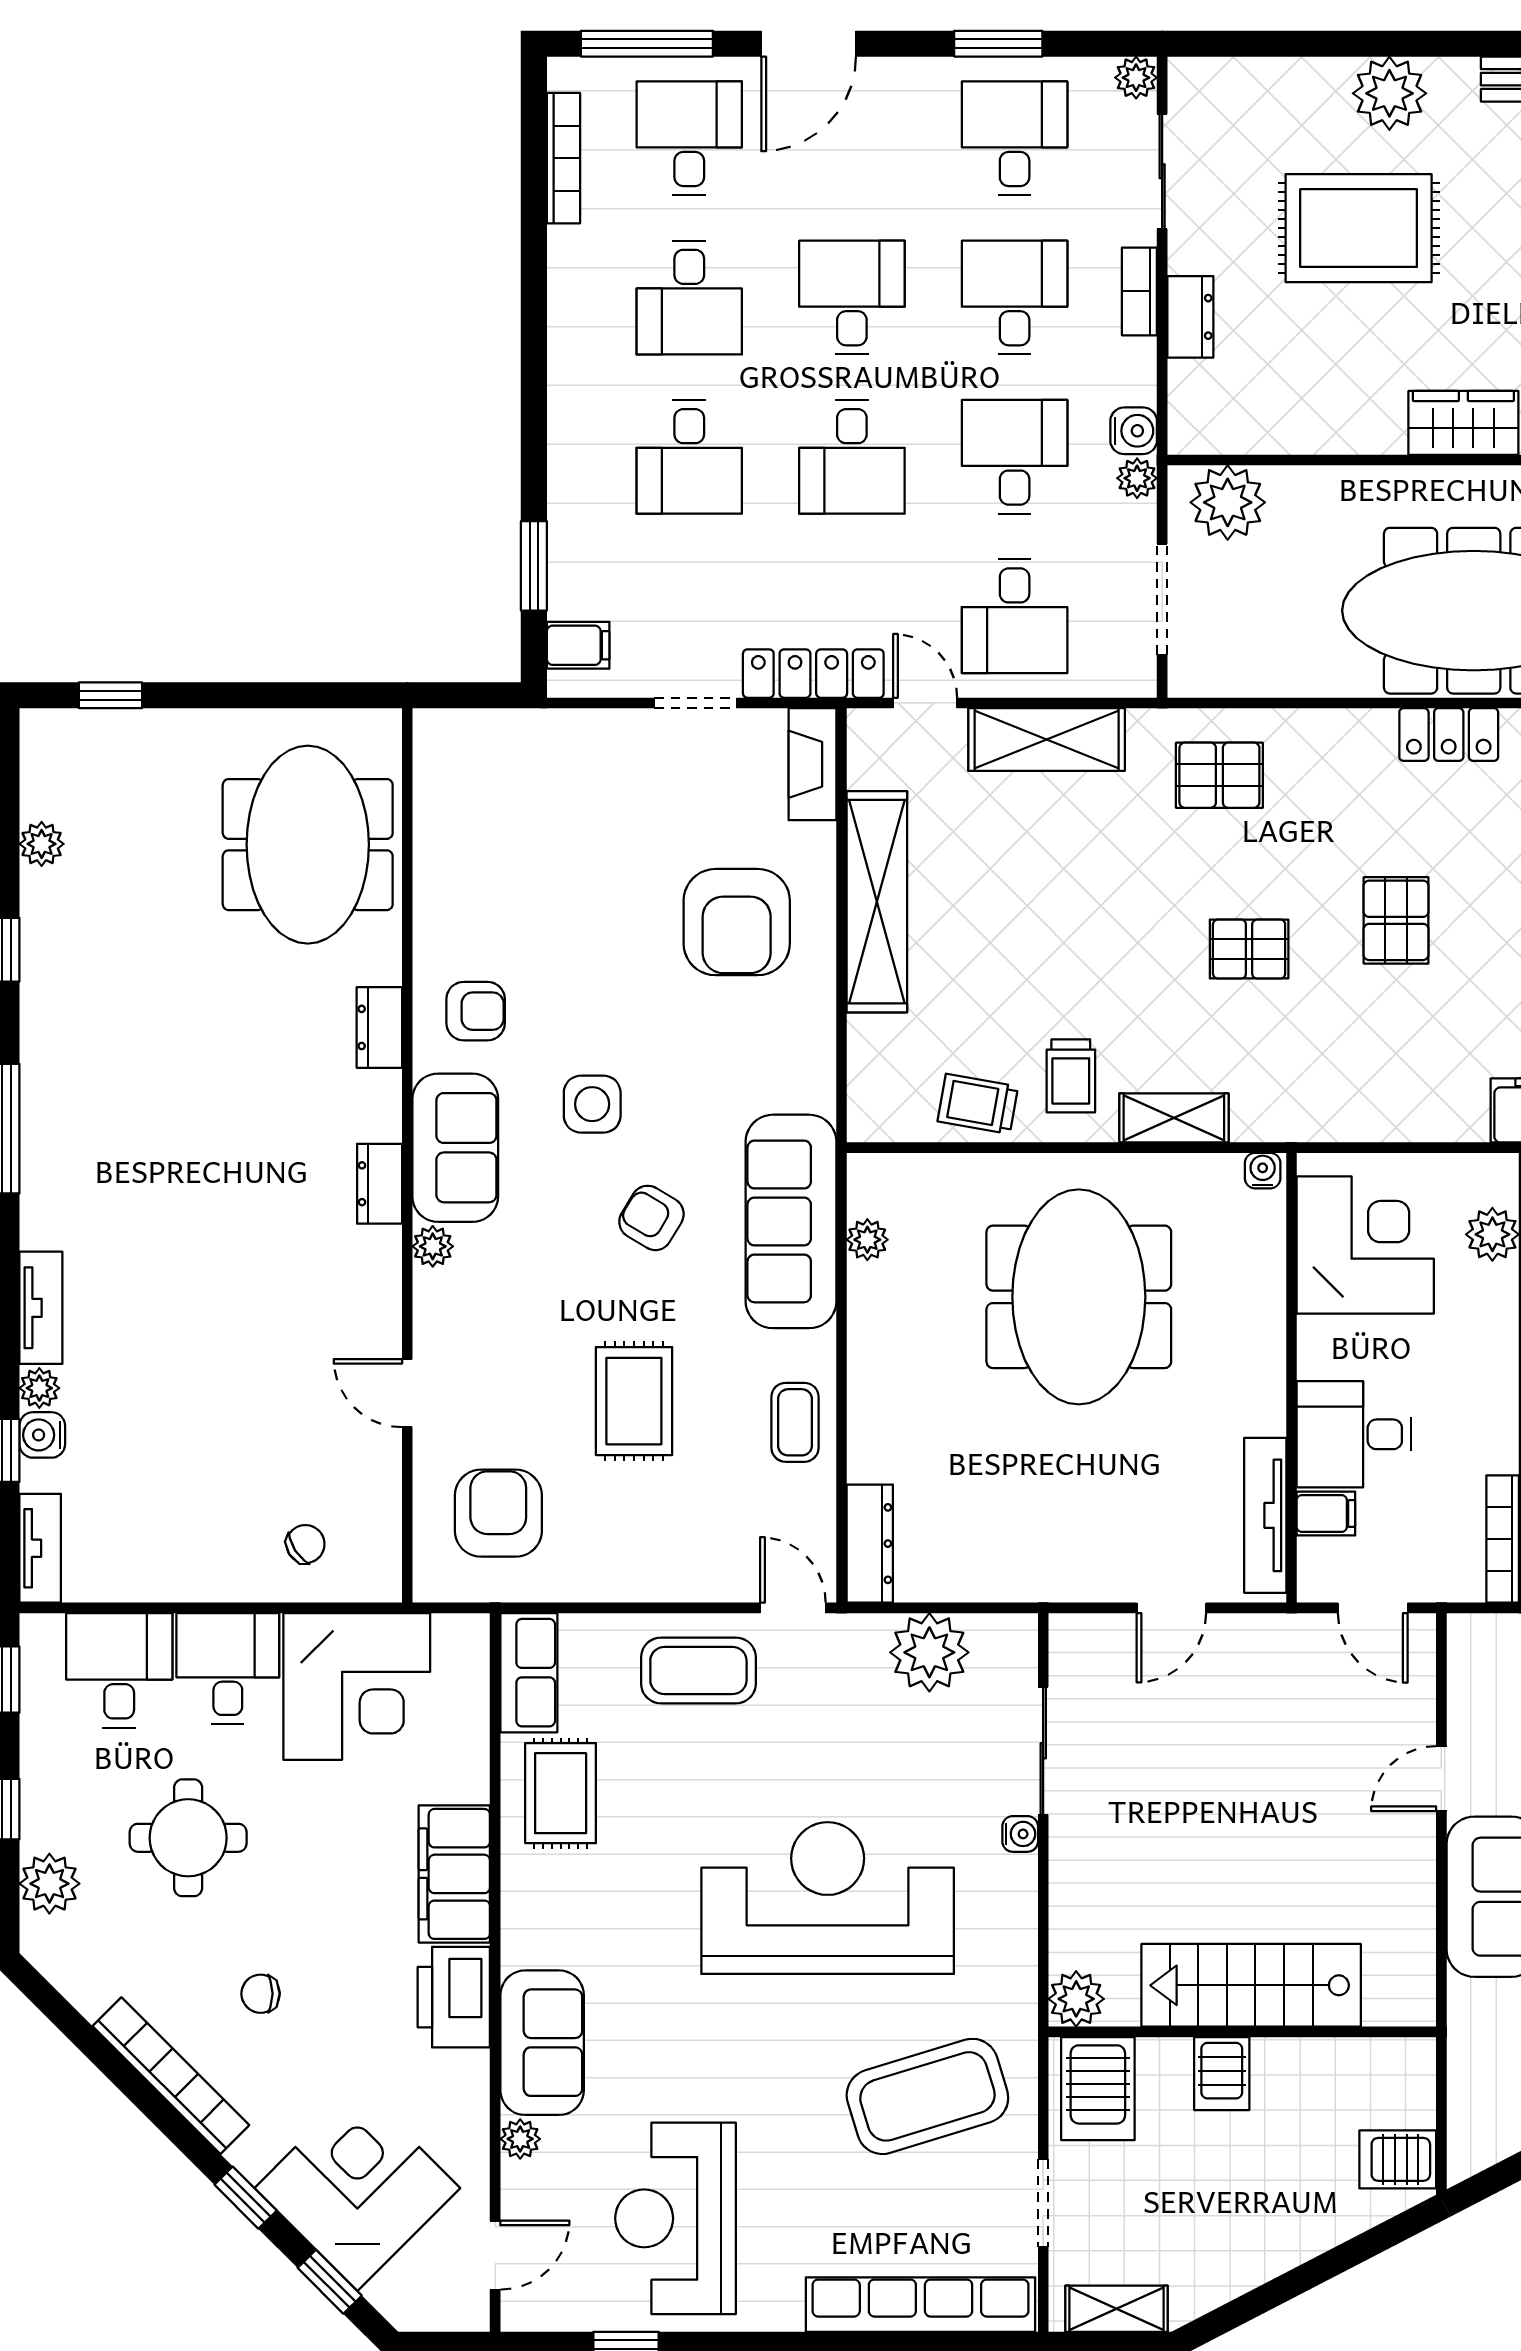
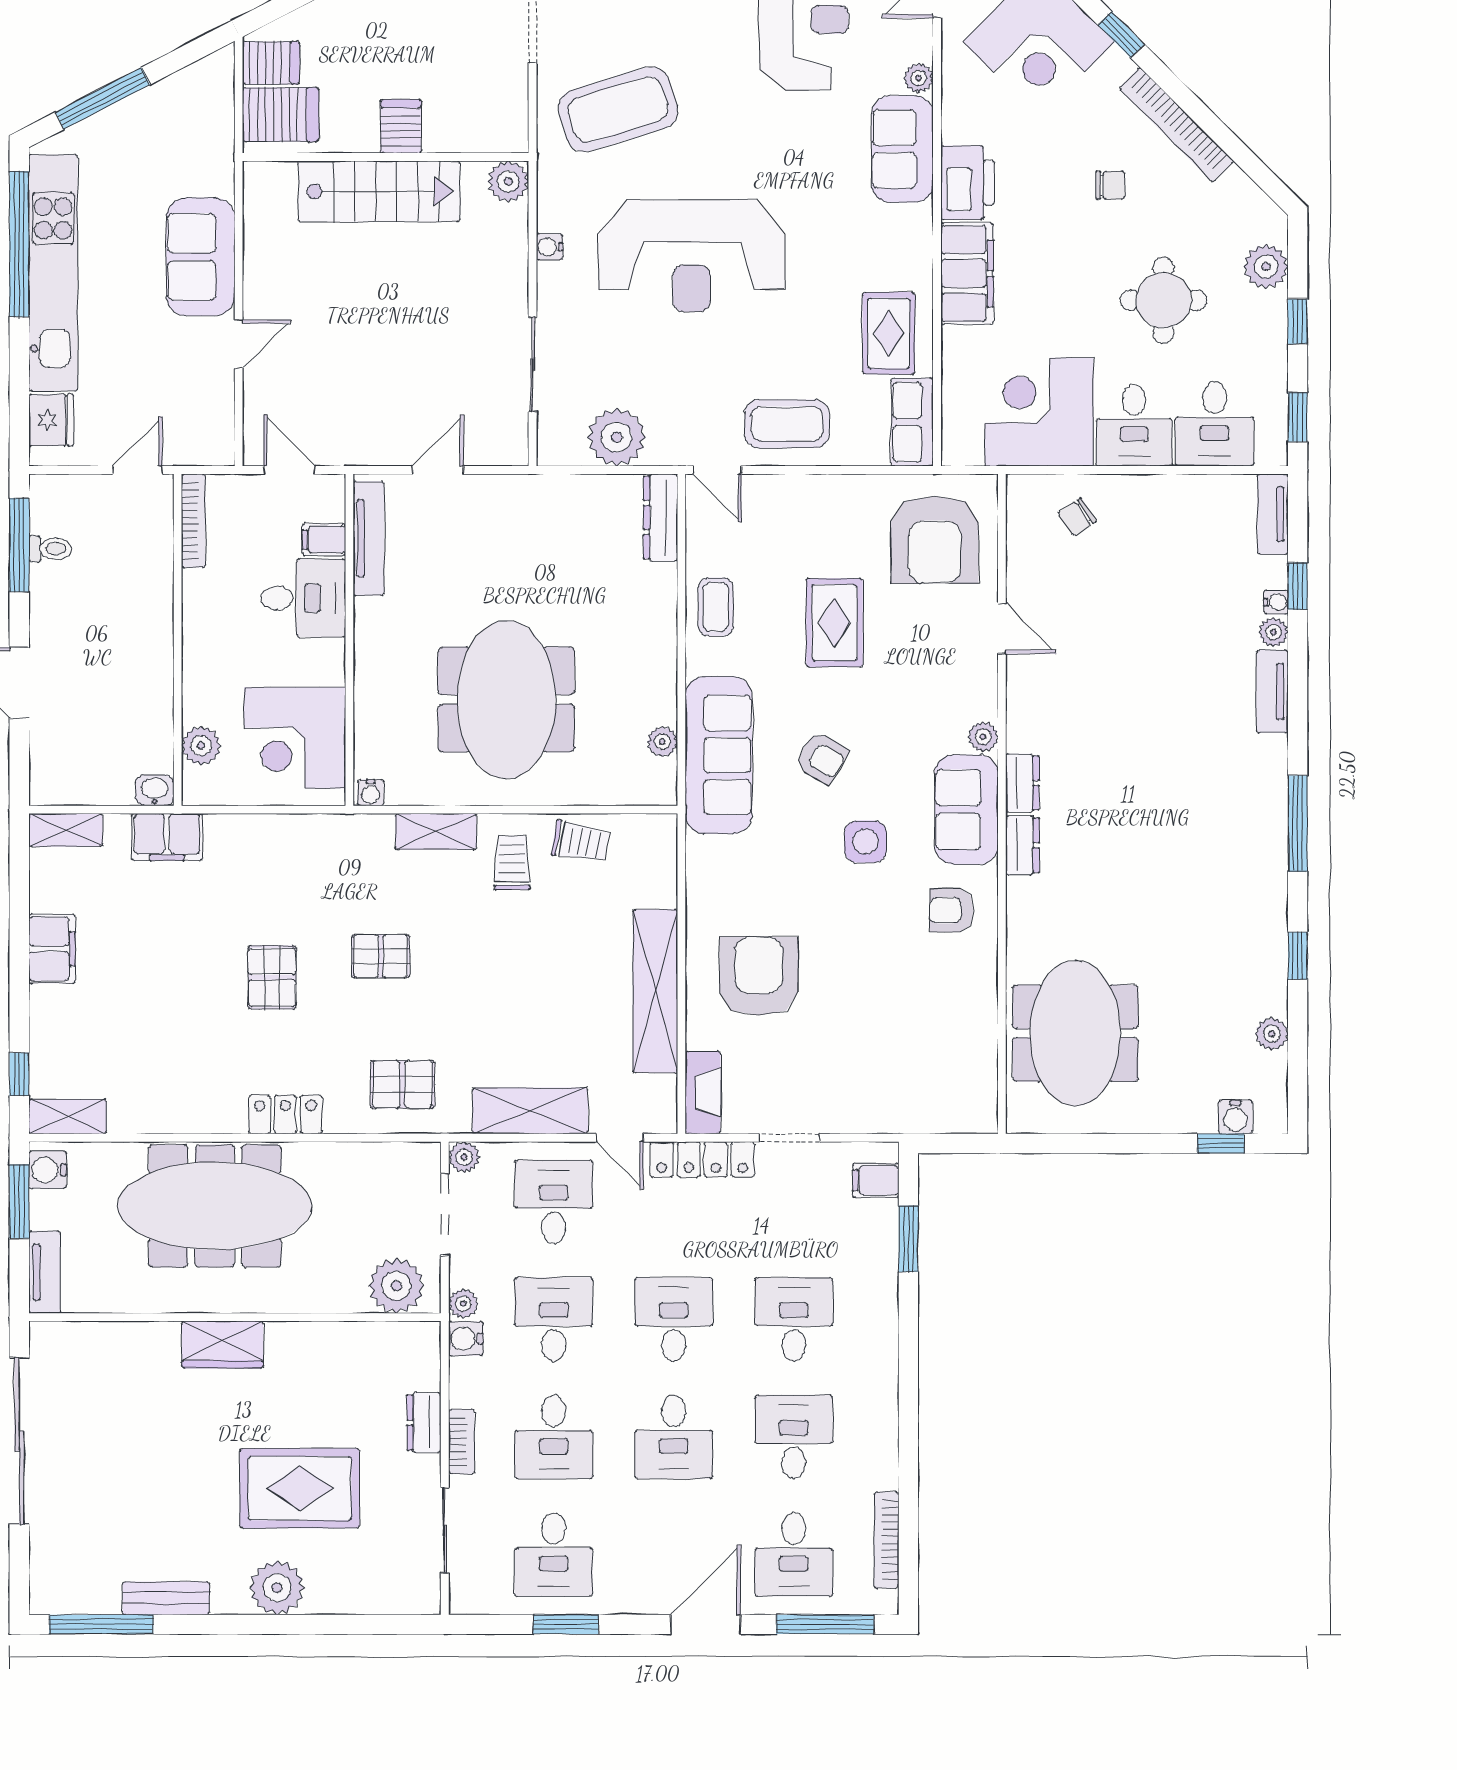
plant: (1136, 78) -> (464, 1157), moved
desk: (1015, 457) -> (554, 1319), turned 180
water cooler: (91, 731) -> (1235, 1117), added
locker: (1449, 735) -> (285, 1114), moved
dresser: (379, 1027) -> (1022, 845), moved
water cooler: (42, 1435) -> (1276, 602), width x0.72, depth x0.72
armchair: (498, 1513) -> (935, 540), width x1.36, depth x1.36
water cooler: (1020, 1834) -> (550, 247), moved
server rack: (1098, 2089) -> (280, 115), moved, turned 90

